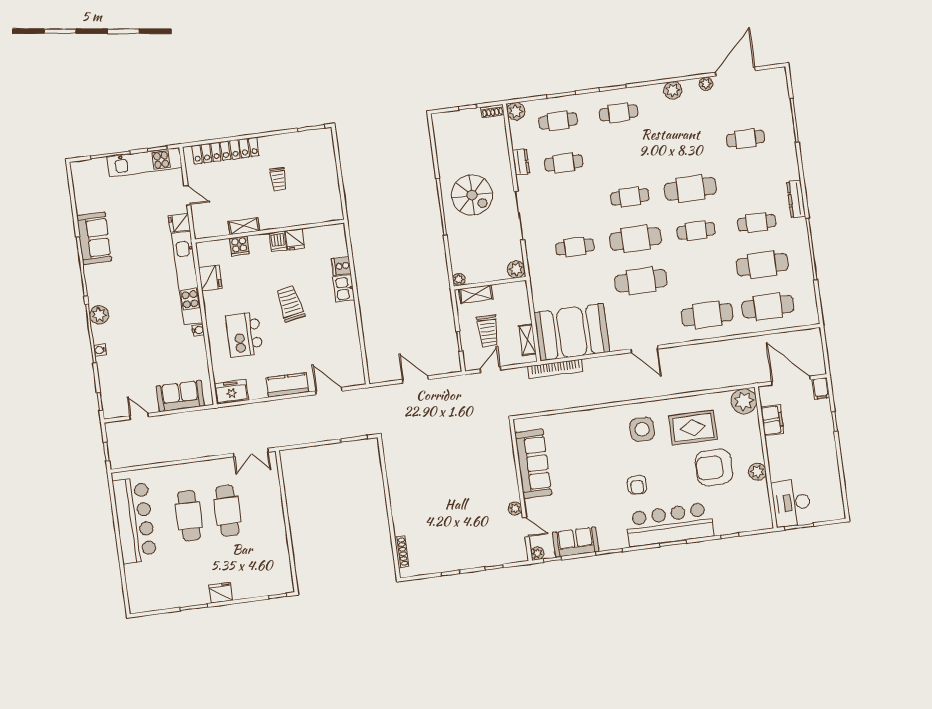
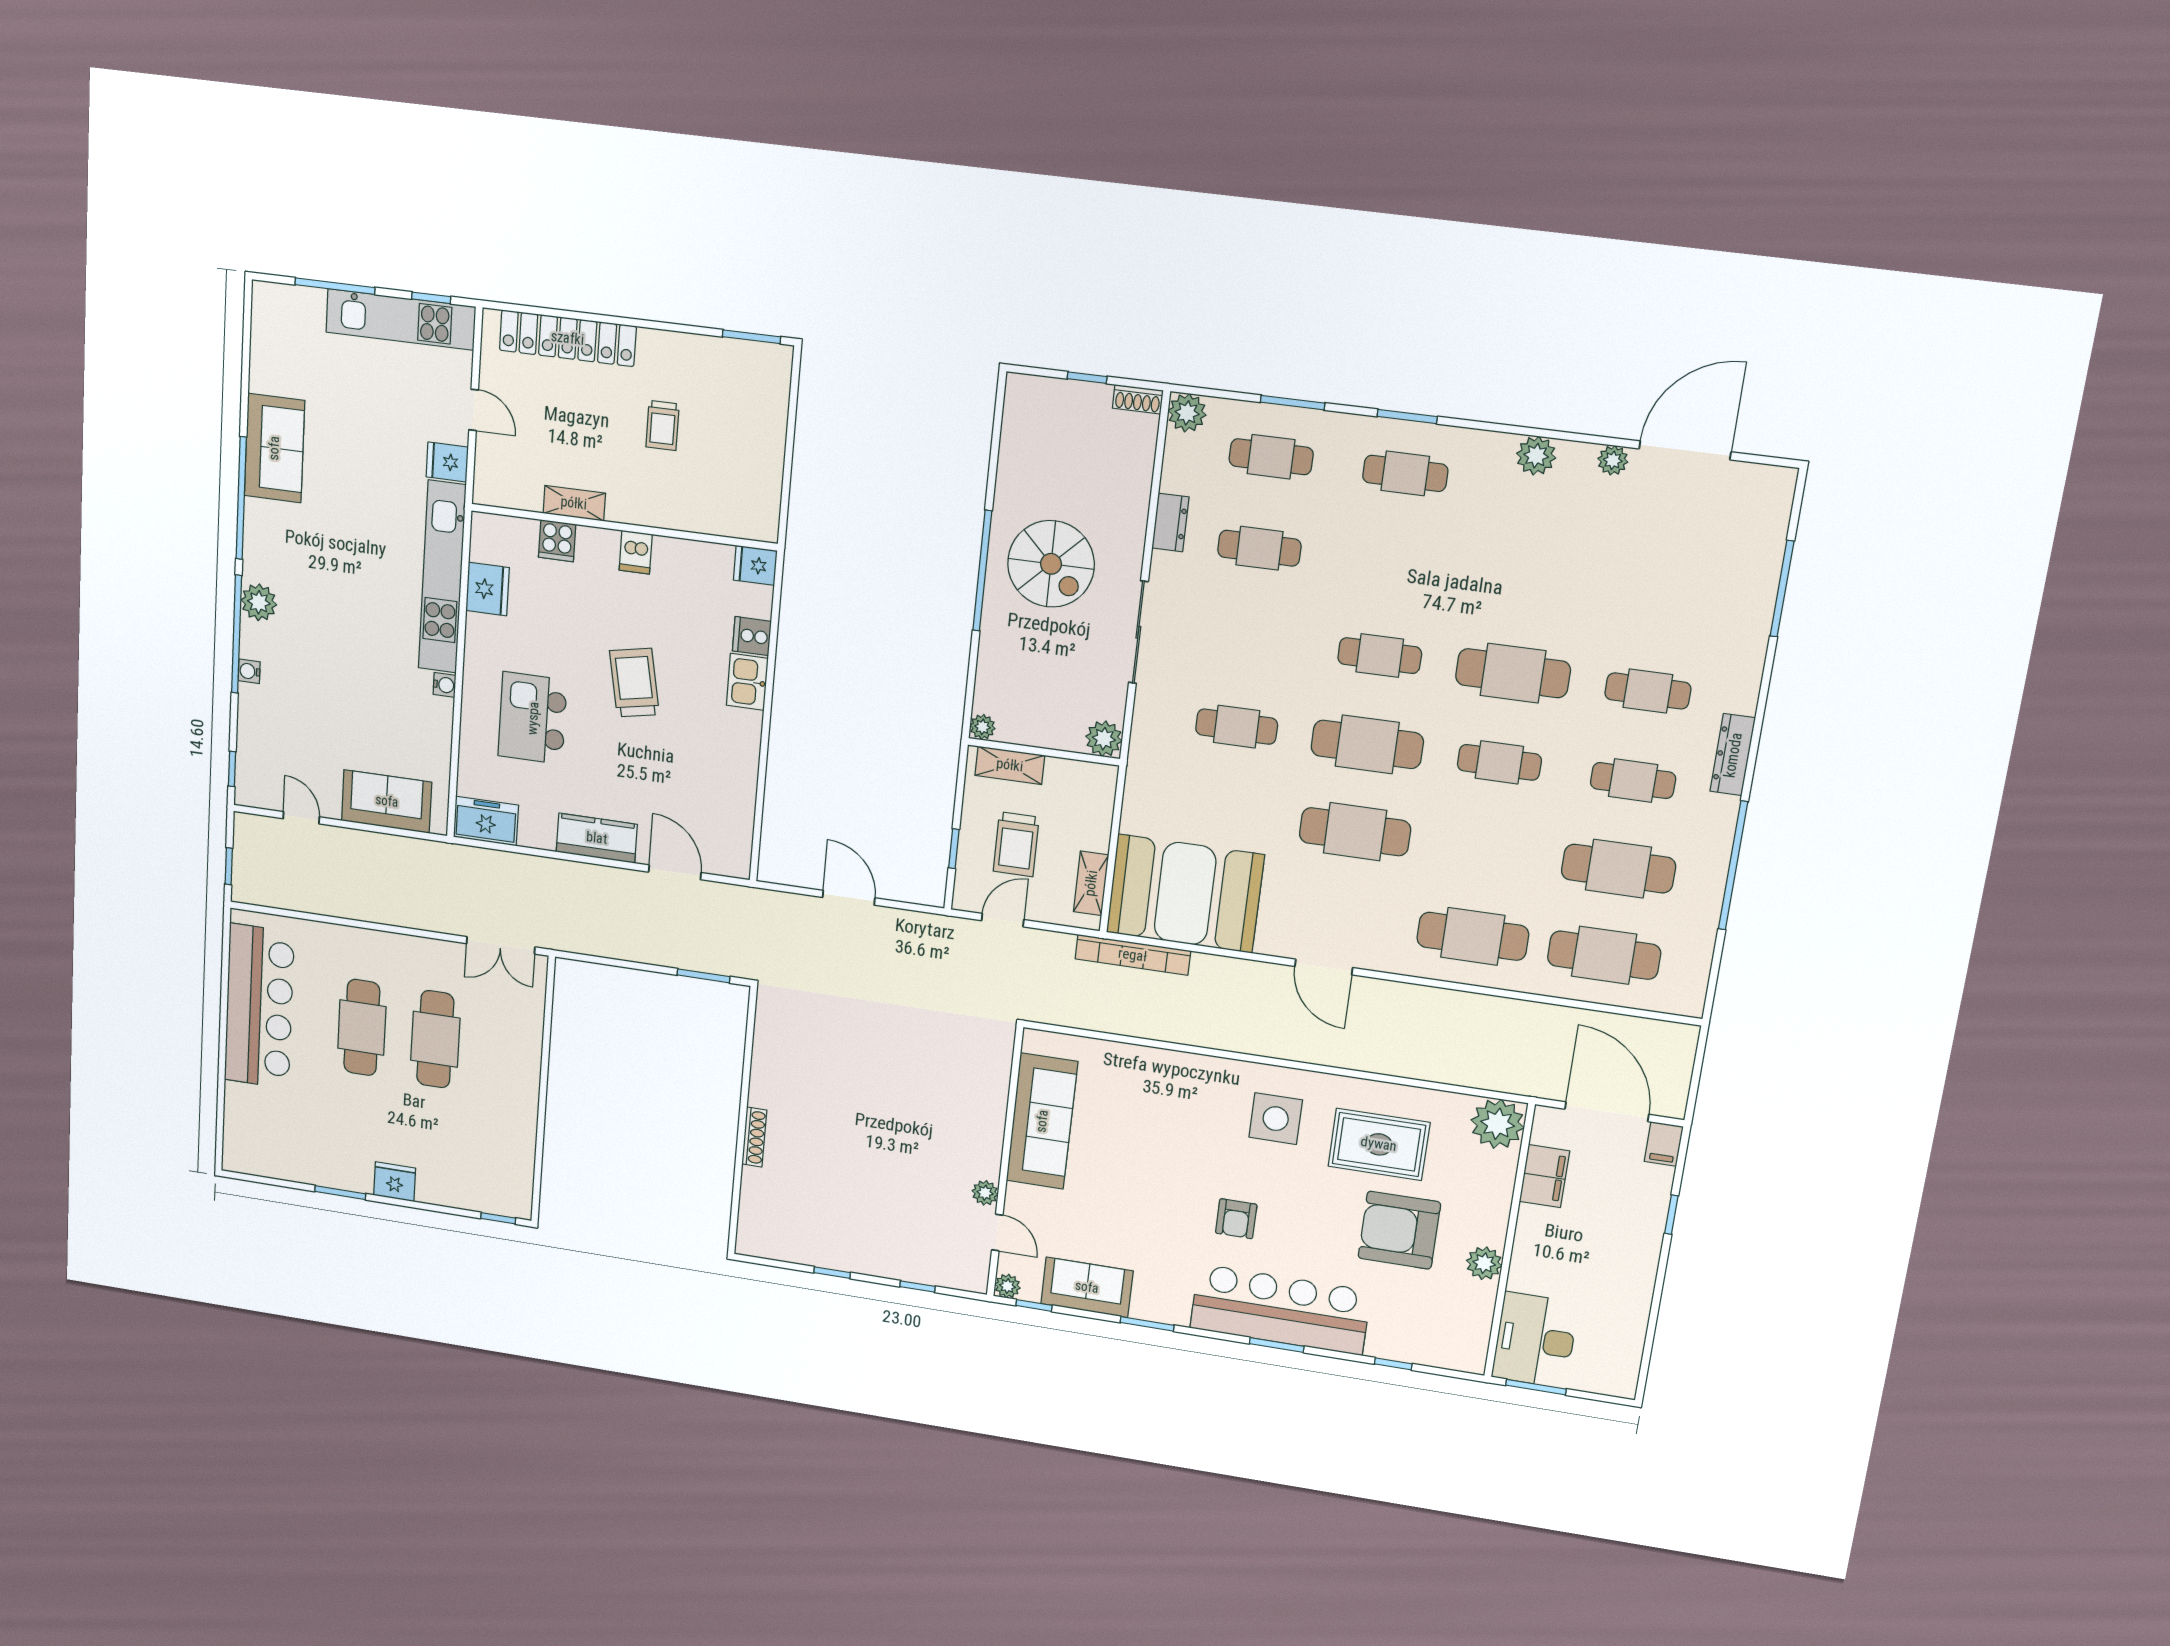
cafe table: (745, 139) -> (1648, 691), moved
fridge: (295, 239) -> (755, 565), moved, turned 90
shoe rack: (402, 552) -> (754, 1137), moved

